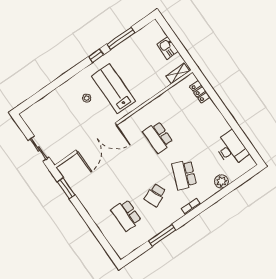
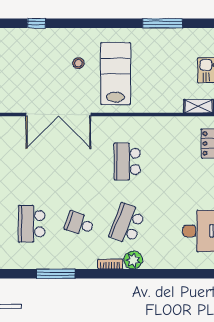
window: (96, 56) -> (36, 23), moved
plant: (222, 181) -> (133, 260), moved
school desk: (155, 195) -> (79, 224), turned 42

